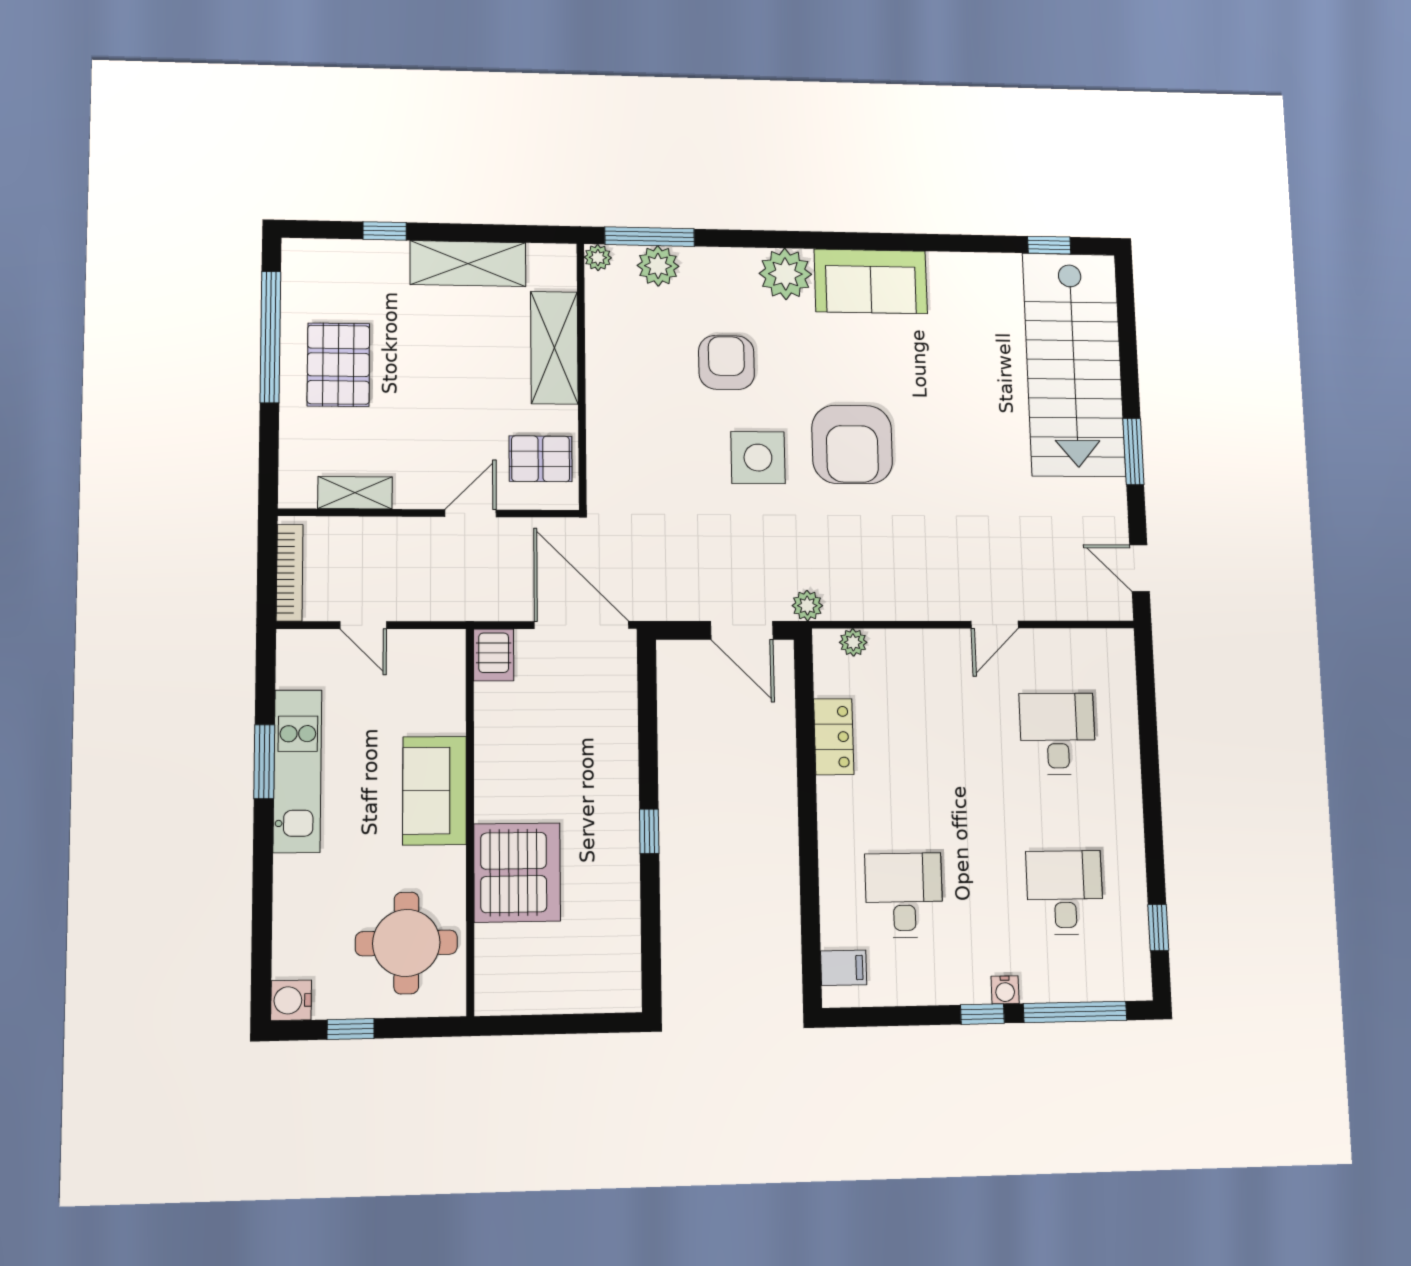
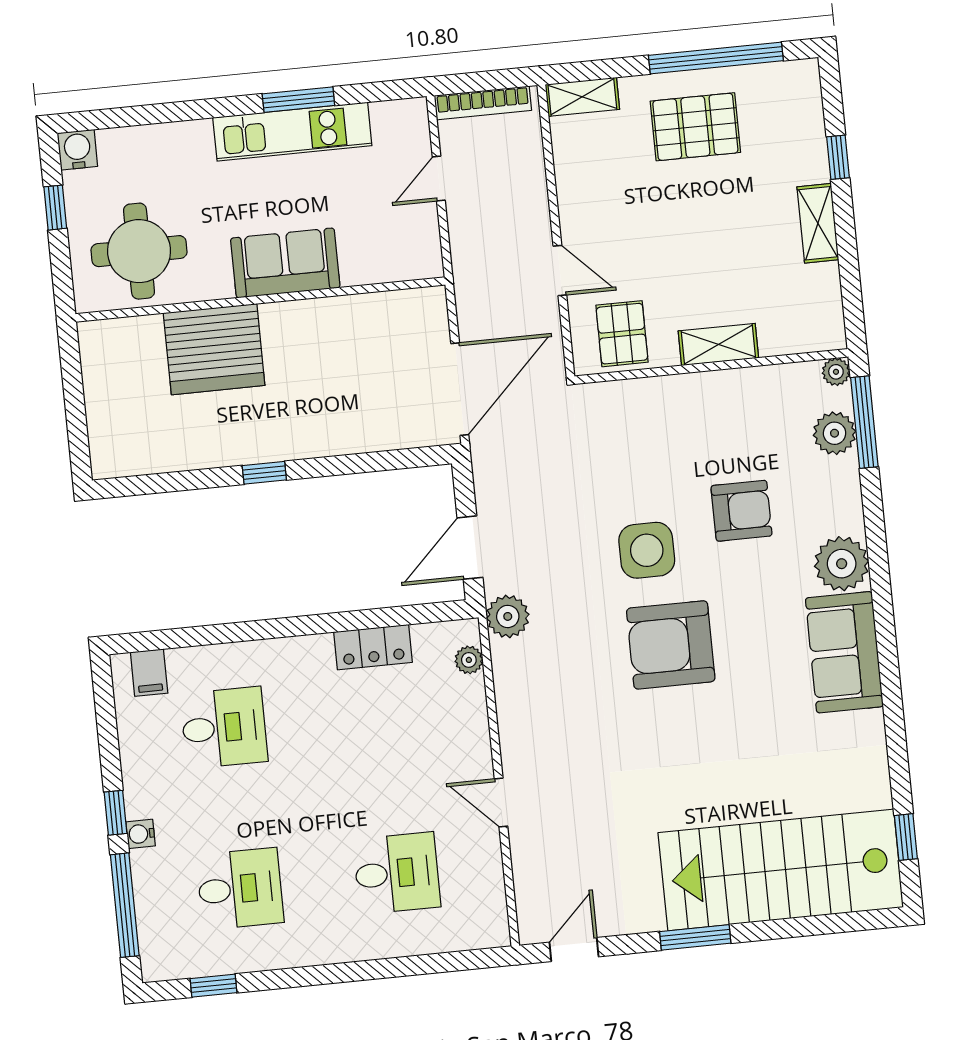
shelving: (468, 264) -> (818, 223), width x0.67, depth x0.75
shelving: (554, 348) -> (718, 344), width x0.67, depth x0.75
shelving: (355, 493) -> (582, 97), moved, turned 90
plant: (807, 606) -> (508, 616), width x1.38, depth x1.38
server rack: (494, 655) -> (422, 306), removed

